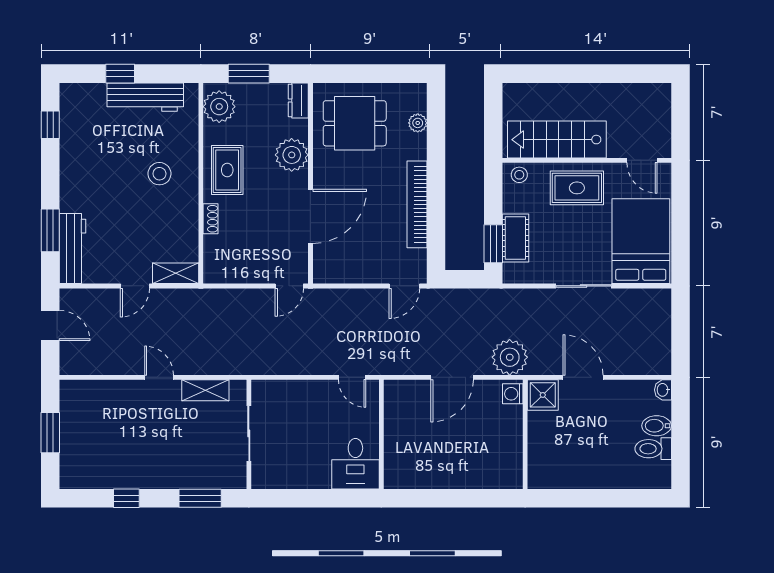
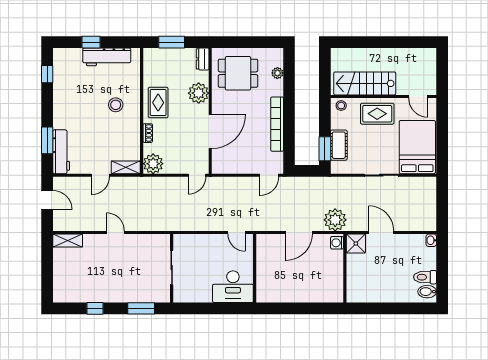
plant: (219, 107) -> (153, 164), moved
shelving: (205, 390) -> (68, 241), moved
bidet: (657, 426) -> (427, 292), moved
window: (50, 433) -> (47, 267), removed
desk: (355, 464) -> (233, 287), width x1.37

